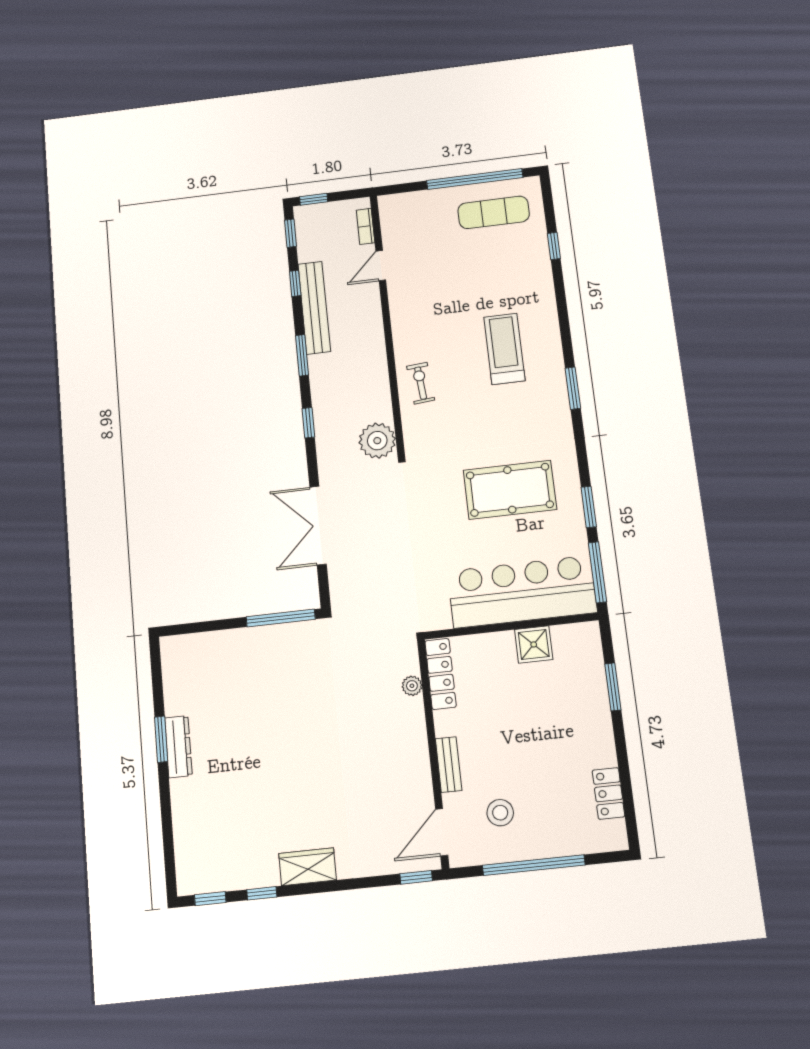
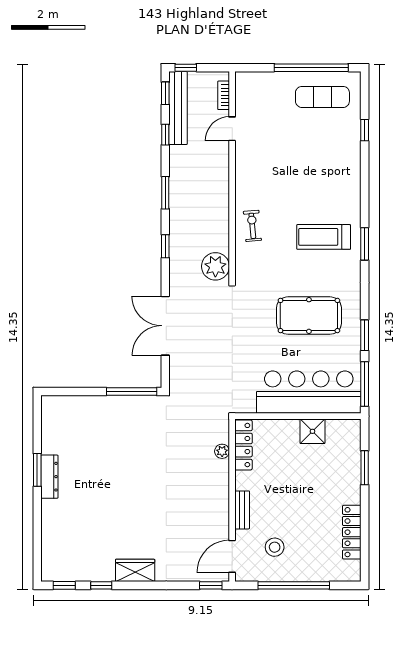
bench: (314, 308) -> (178, 108), moved
treadmill: (504, 349) -> (324, 237), moved, turned -90
locker: (608, 793) -> (352, 532), width x1.53

